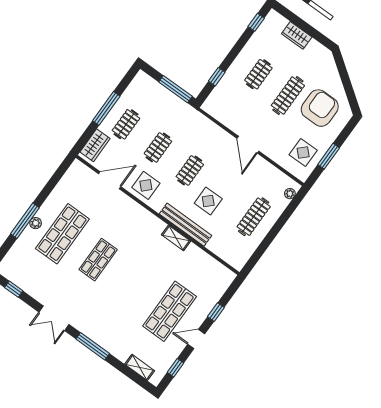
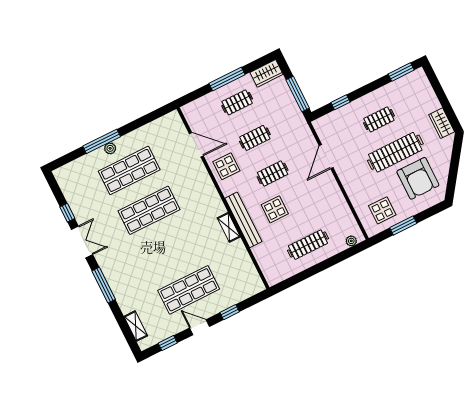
window: (256, 22) -> (401, 72), width x1.50
wardrobe: (297, 35) -> (442, 123), moved
clothes rail: (288, 96) -> (395, 152), width x1.37, depth x1.31
armchair: (320, 108) -> (418, 178), turned 90
wardrobe: (95, 145) -> (266, 73), moved
door: (248, 145) -> (326, 157), moved
shop shelf: (98, 260) -> (149, 210), width x1.43, depth x1.36
window: (14, 289) -> (67, 213), moved
double door: (54, 318) -> (82, 242), swing flipped

